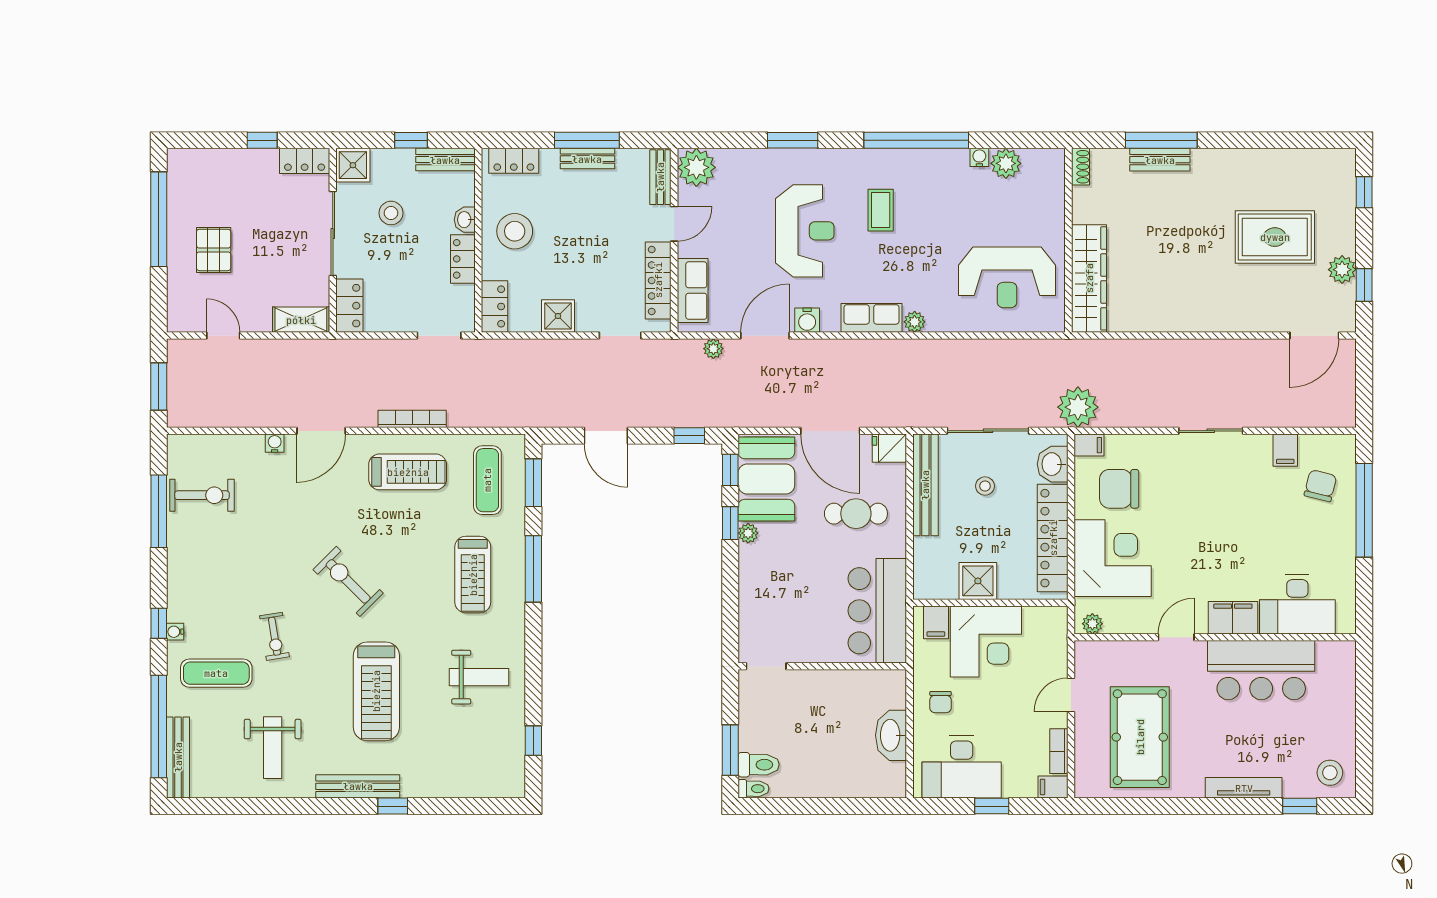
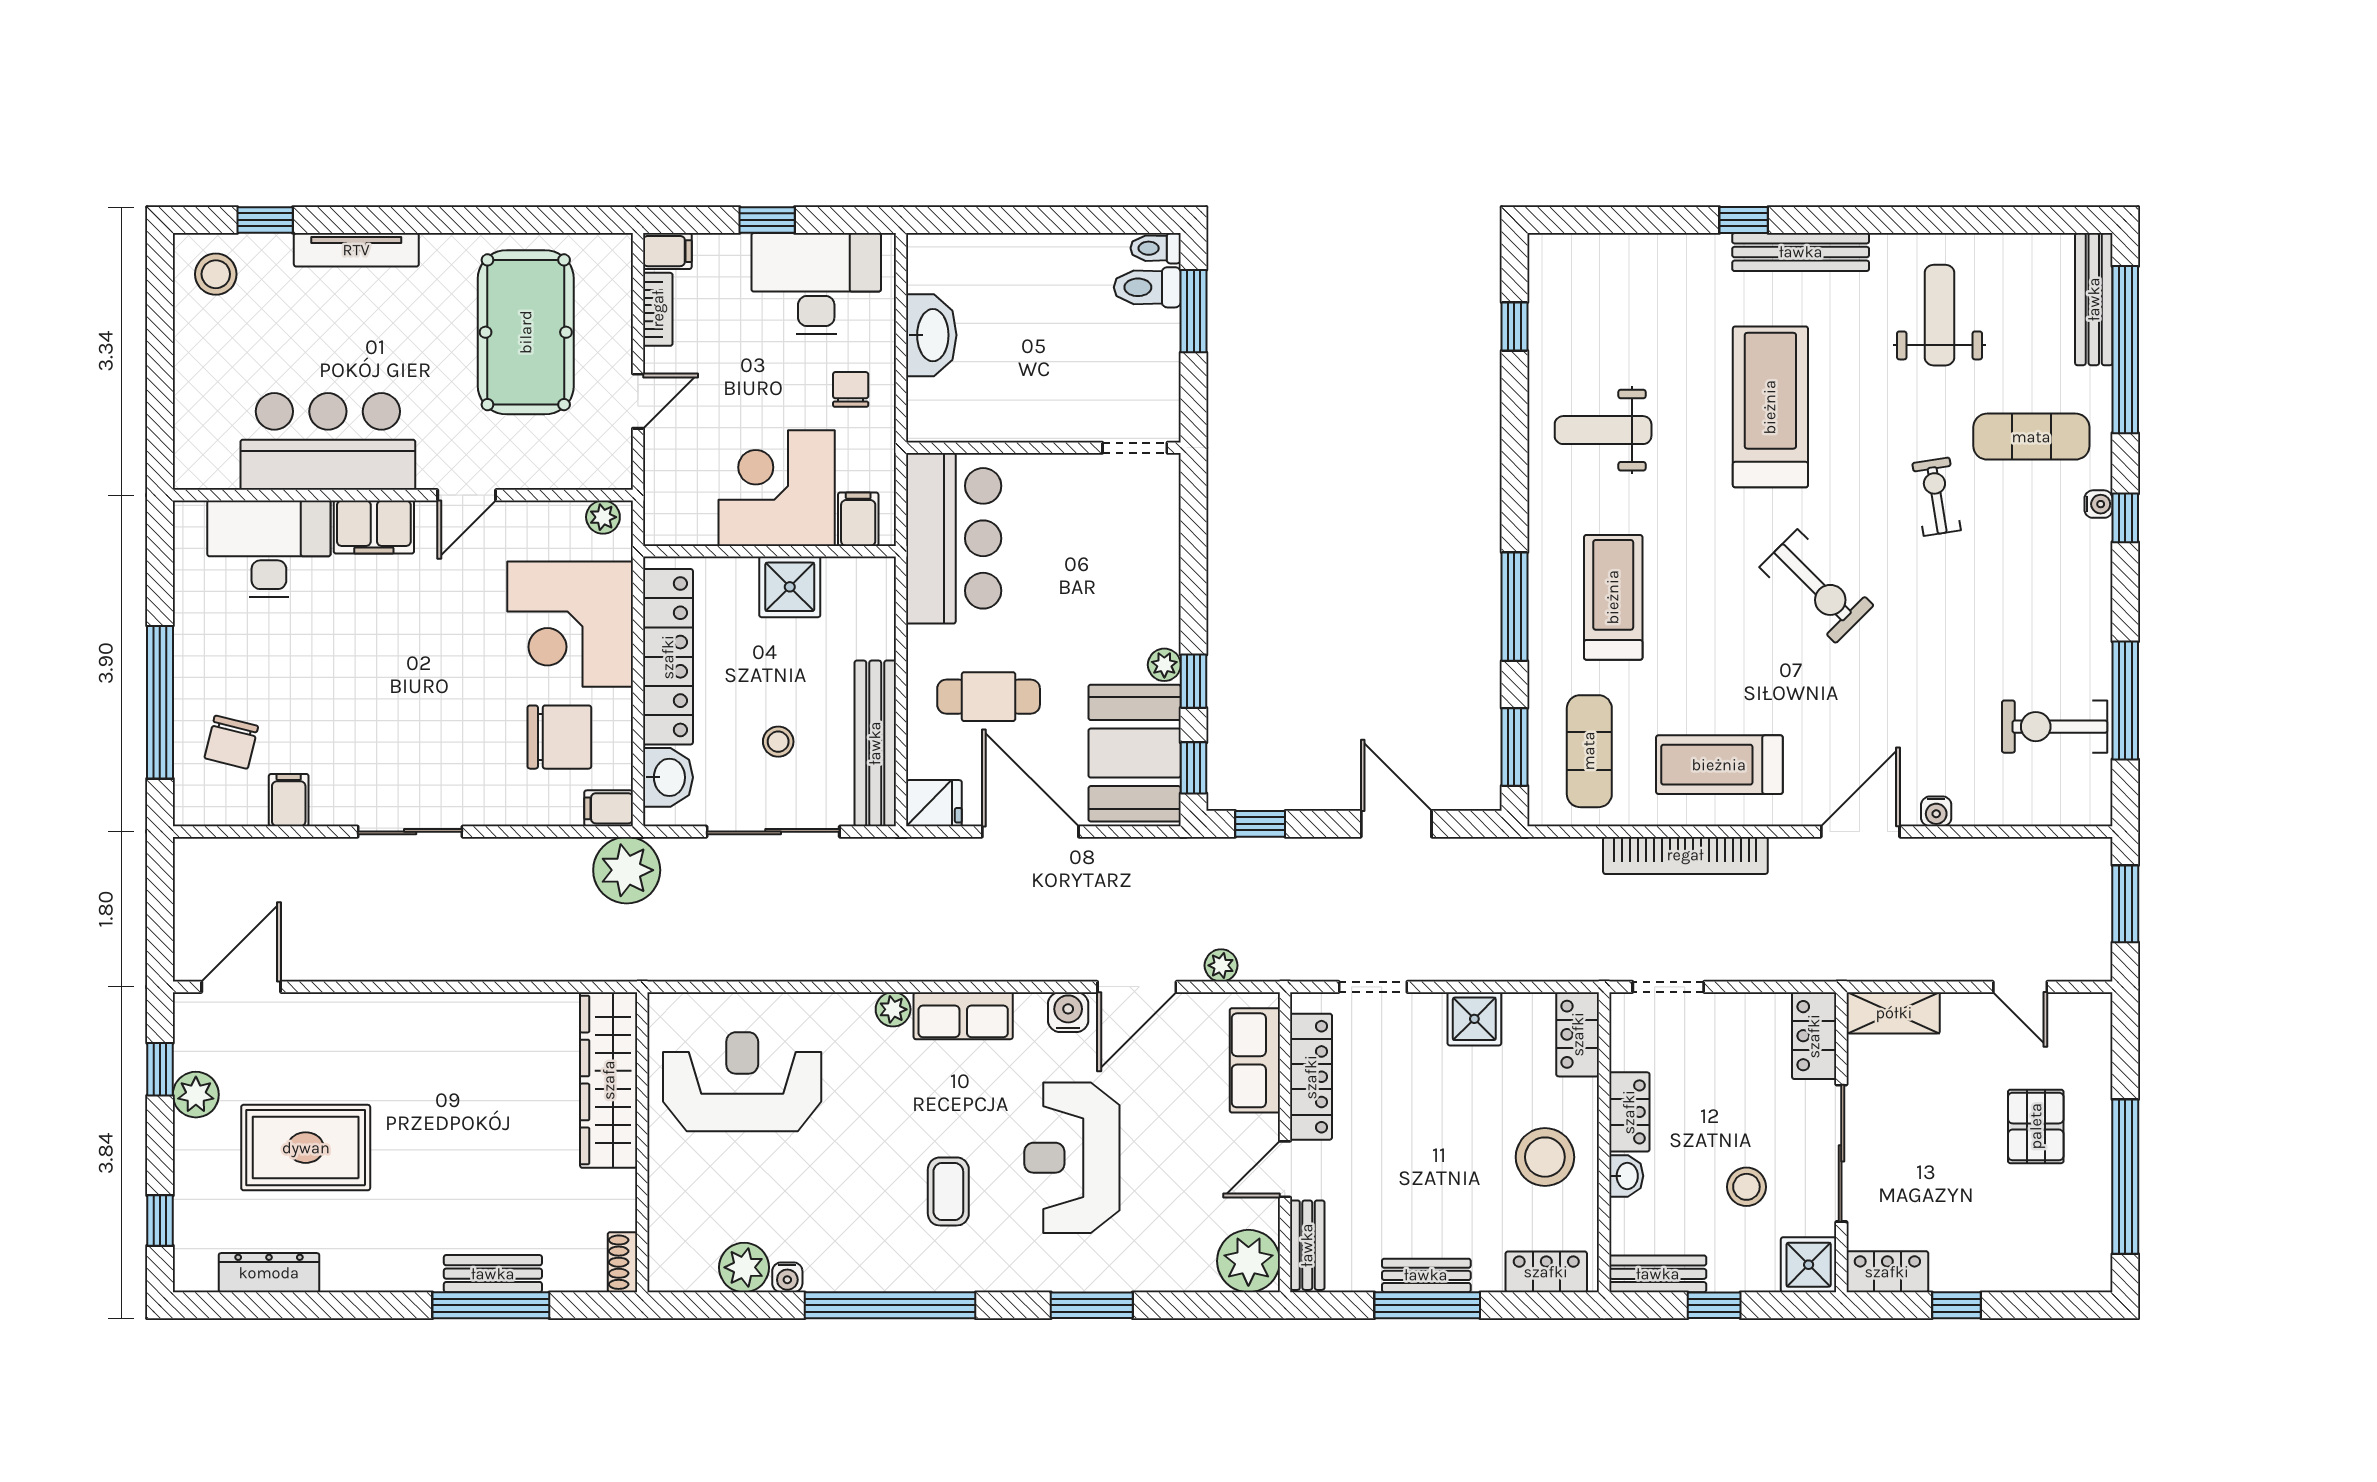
dresser: (1297, 160) -> (269, 1273), added
bookcase: (412, 419) -> (1685, 855), width x1.48, depth x1.31

